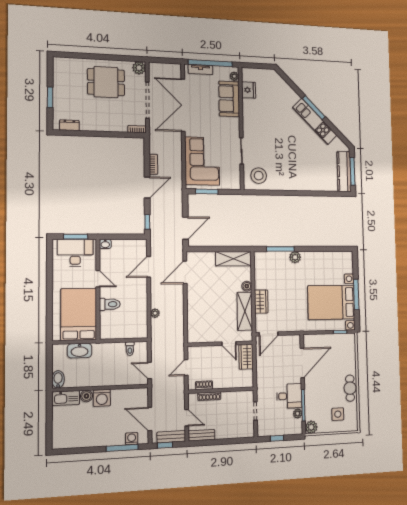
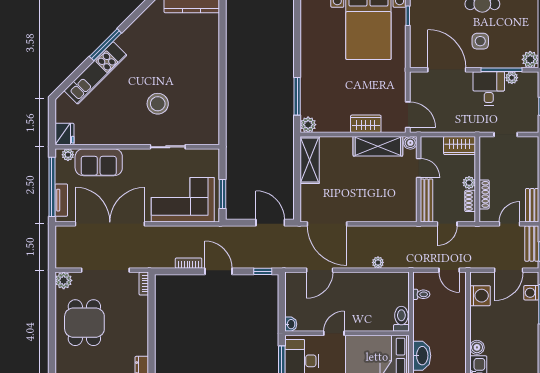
fridge: (249, 90) -> (64, 134), moved, turned 90
double door: (183, 105) -> (110, 224), swing flipped
kitchen unit: (315, 122) -> (95, 73), moved
stool: (259, 176) -> (158, 104), moved
plant: (295, 257) -> (308, 125), moved
door: (149, 267) -> (320, 270), hinge flipped
door: (185, 272) -> (327, 224), width x1.36
boiler: (247, 286) -> (410, 143), moved
toilet: (110, 304) -> (401, 319), moved
door: (229, 343) -> (419, 168), hinge flipped
bench: (204, 350) -> (427, 200), added
wardrobe: (246, 357) -> (460, 145), moved
door: (186, 368) -> (447, 224), hinge flipped
door: (149, 371) -> (449, 270), hinge flipped
plant: (218, 384) -> (469, 183), added
washing machine: (102, 398) -> (480, 296), moved
side table: (338, 414) -> (480, 41), moved

